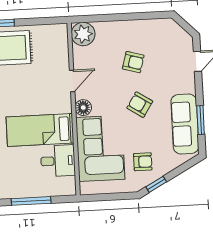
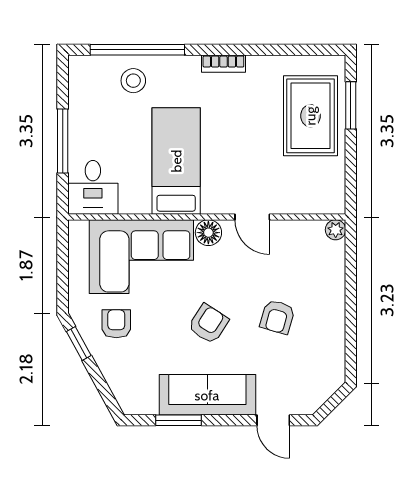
plant: (83, 34) -> (336, 230), width x0.53, depth x0.53
sofa: (185, 124) -> (207, 395), moved
desk: (58, 161) -> (93, 187), moved
armchair: (143, 162) -> (116, 324), turned 180

